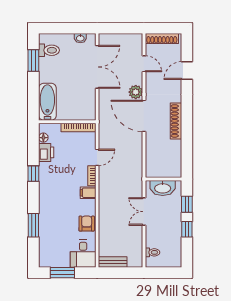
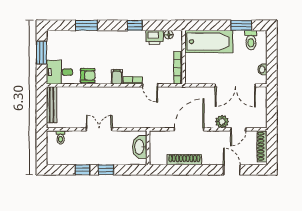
plant: (136, 92) -> (222, 122), moved
bathtub: (47, 102) -> (209, 42), width x1.36, depth x1.36
wall: (163, 179) -> (148, 148), moved
washbasin: (163, 188) -> (140, 147), moved
bench: (113, 262) -> (52, 105), width x1.36

